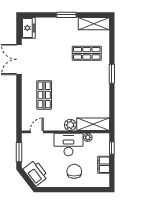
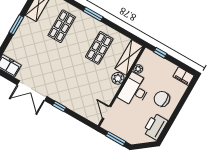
window: (19, 90) -> (59, 106), added
shop shelf: (44, 95) -> (99, 48), moved, turned 90
filing cabinet: (104, 165) -> (183, 76), moved
printer: (36, 173) -> (155, 127), moved, turned -53

